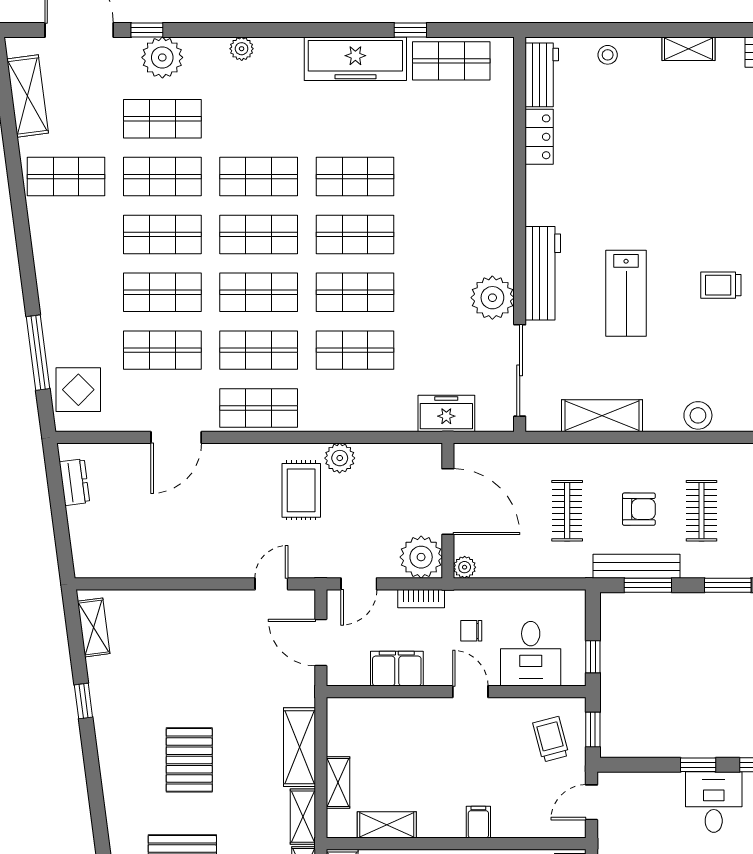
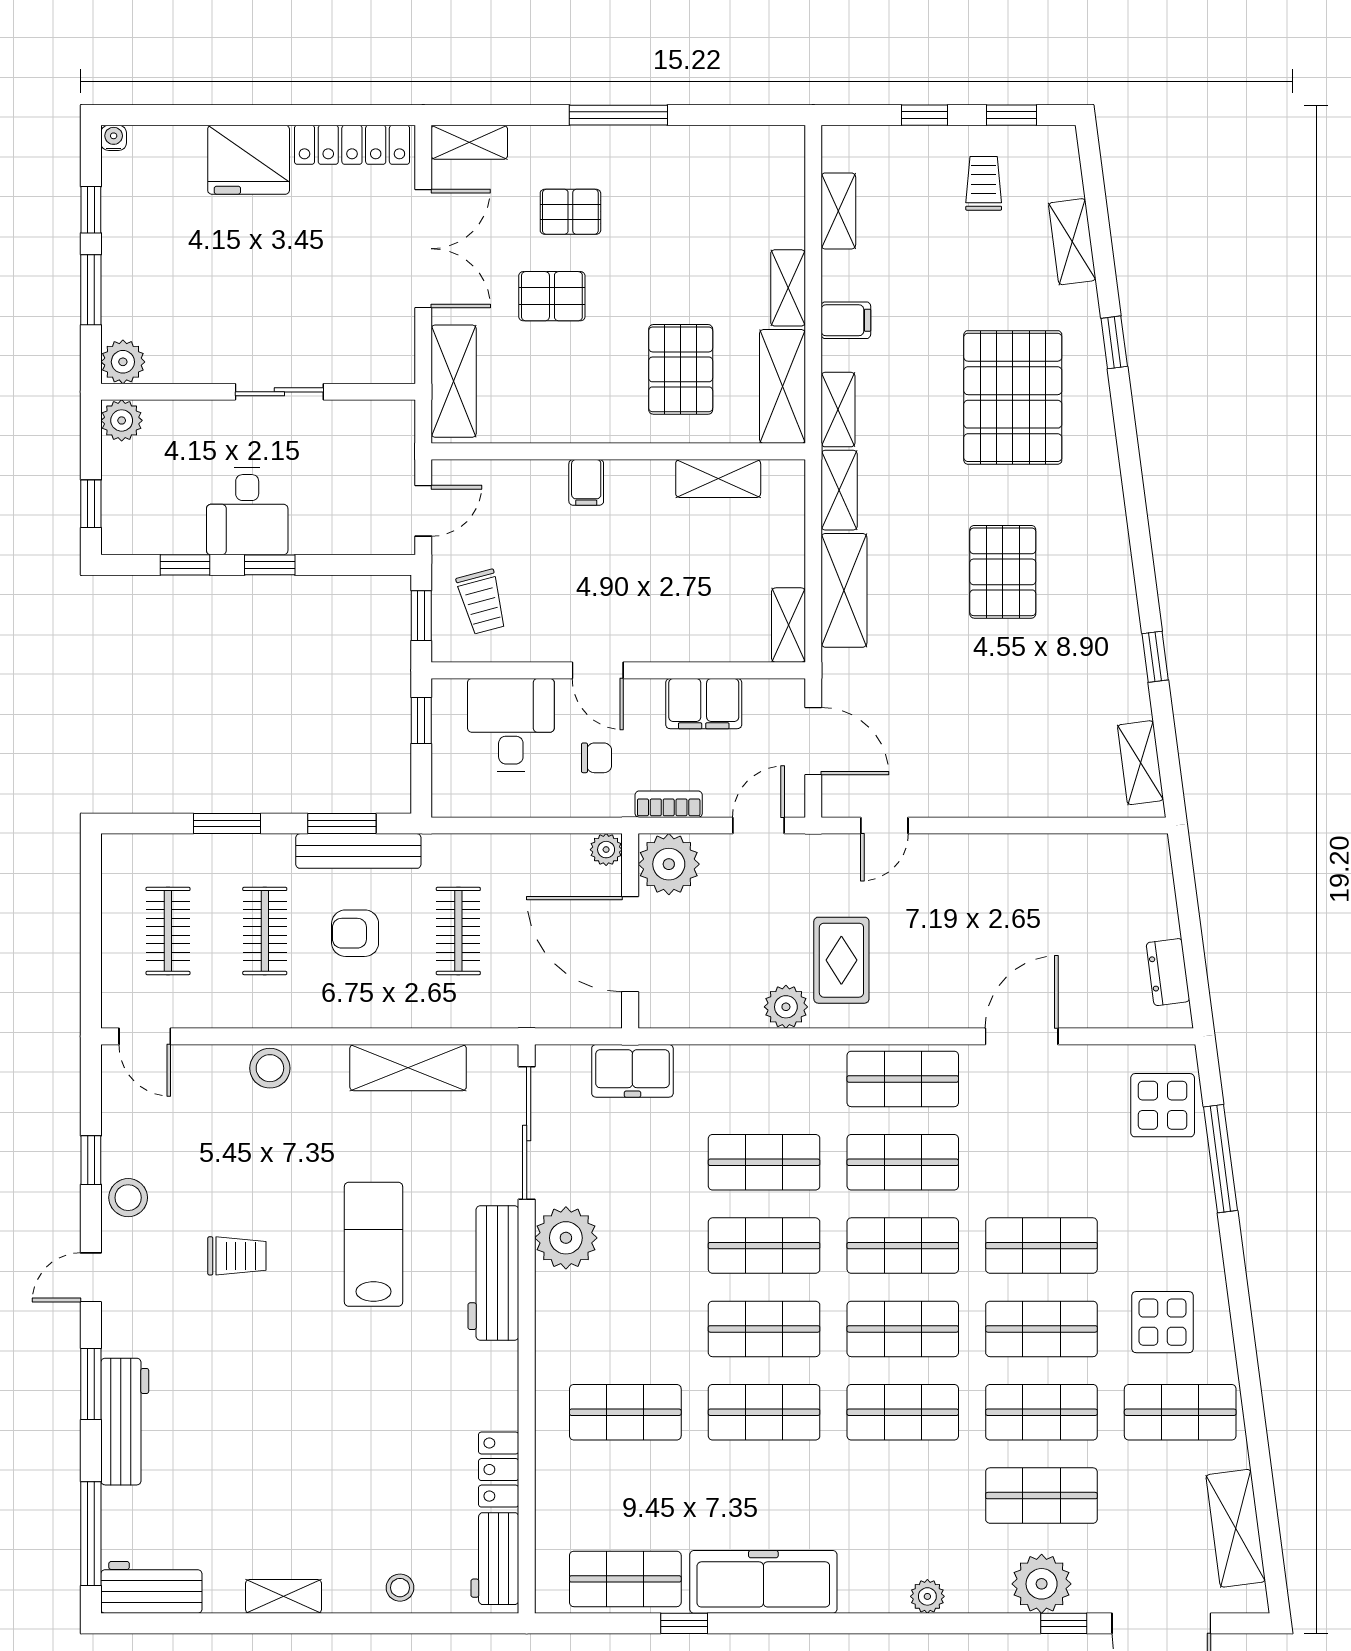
display table: (78, 239) -> (1162, 1322), added
shop shelf: (162, 350) -> (625, 1412), moved
shelving: (338, 783) -> (788, 625), moved

